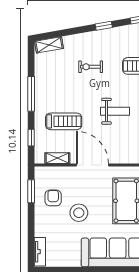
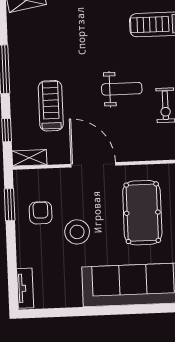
exercise bike: (91, 67) -> (85, 28), removed
treadmill: (64, 121) -> (51, 106), turned -90
shelving: (57, 158) -> (29, 158), moved

